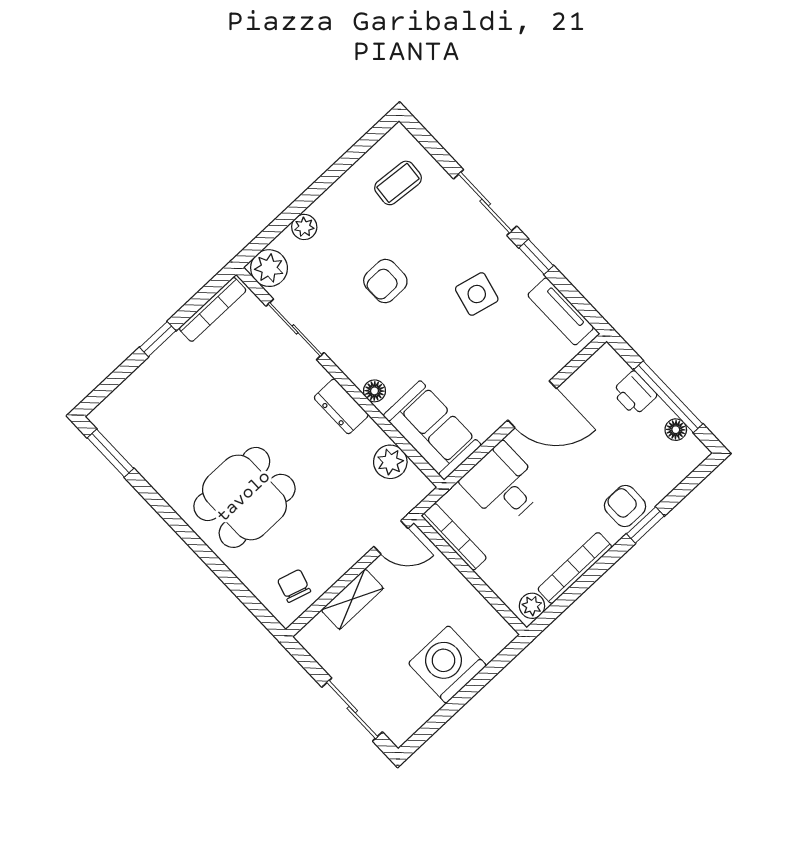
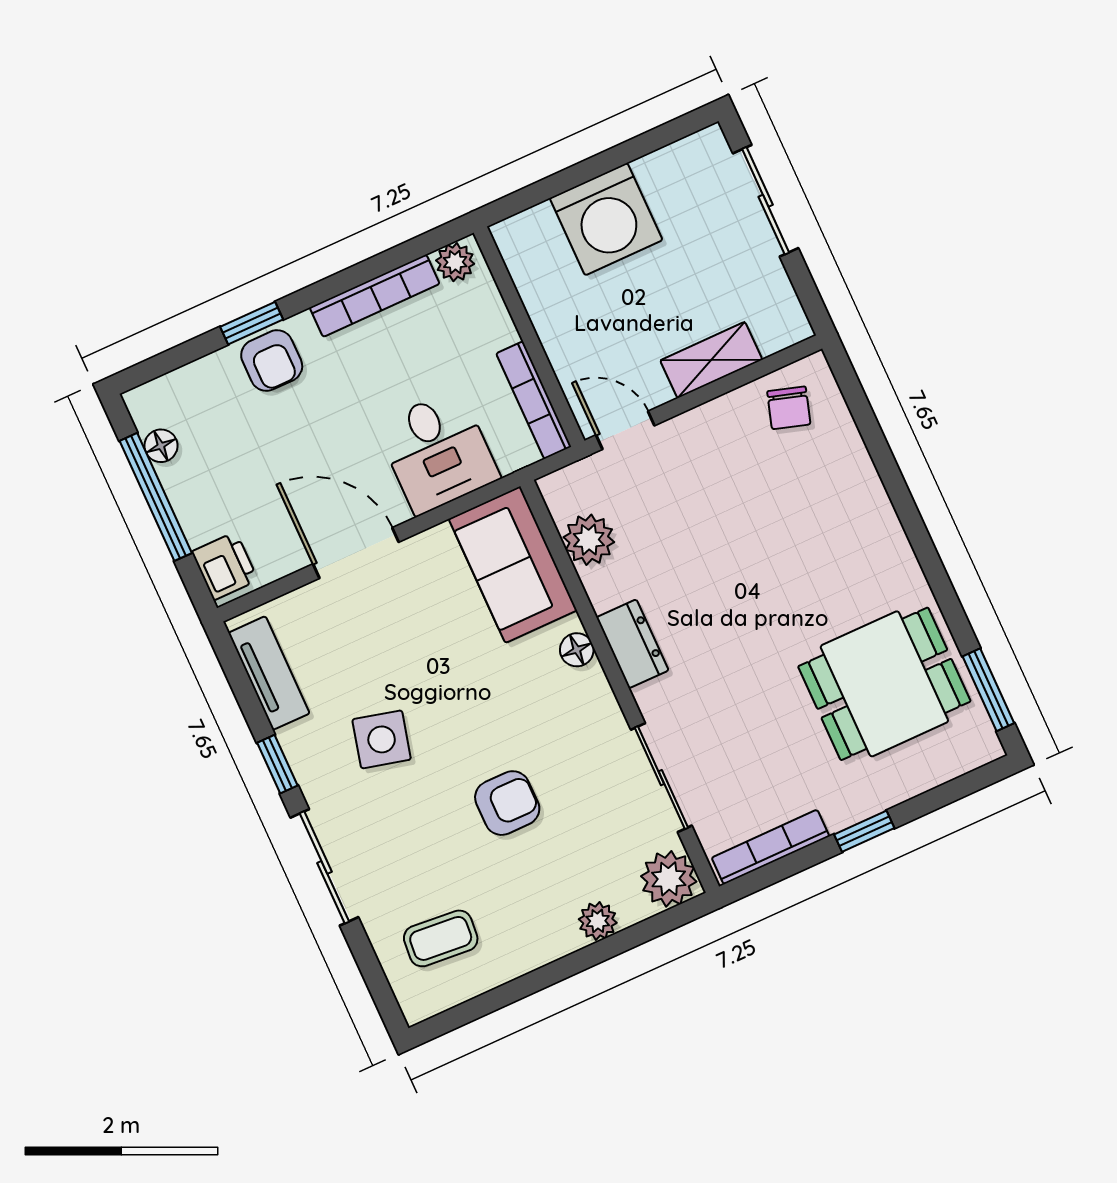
printer: (634, 393) -> (225, 566), moved
dining table: (244, 497) -> (884, 684), moved

